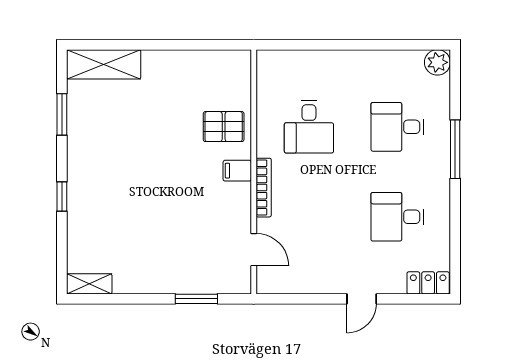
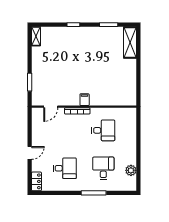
plant: (437, 62) -> (131, 170), moved
pallet: (224, 127) -> (103, 94), removed
desk: (309, 127) -> (103, 130), turned 180
desk: (397, 217) -> (65, 168), turned 90
door: (362, 299) -> (30, 153), swing flipped

